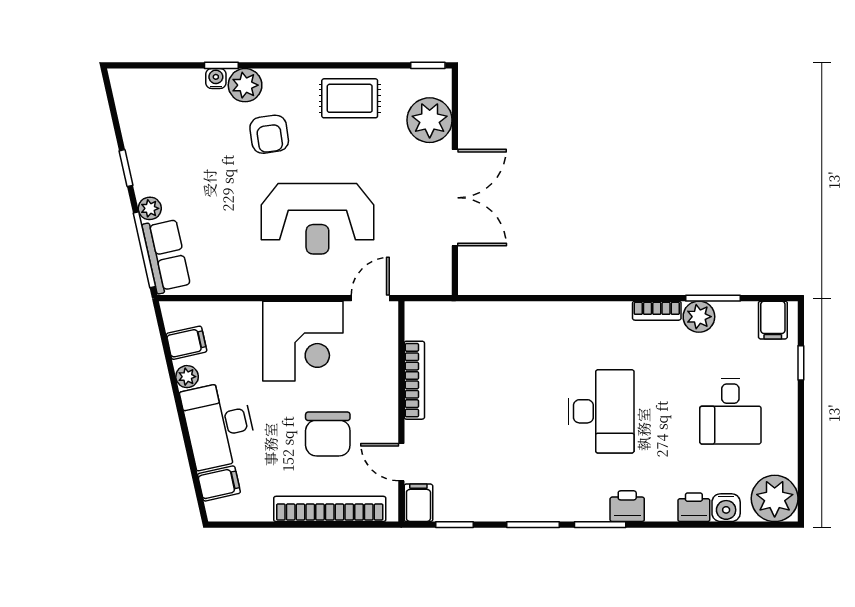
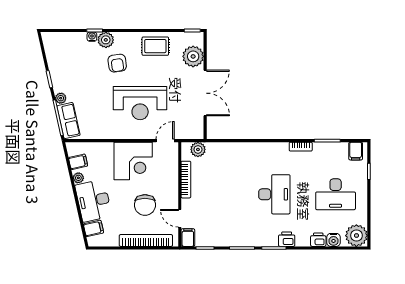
plant: (699, 317) -> (198, 149), moved
desk: (730, 411) -> (336, 194), width x1.37

